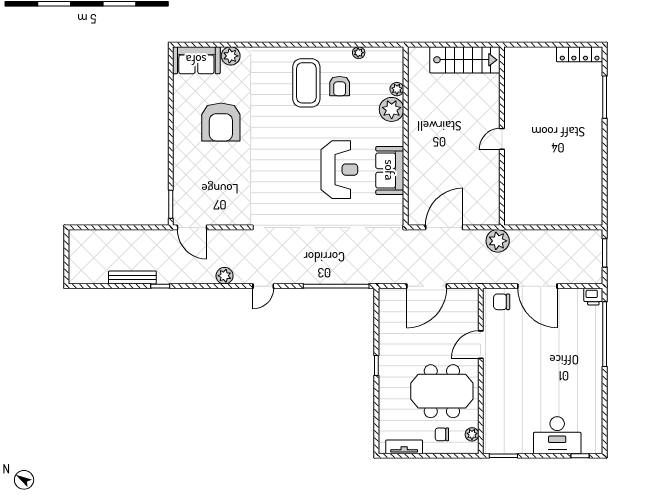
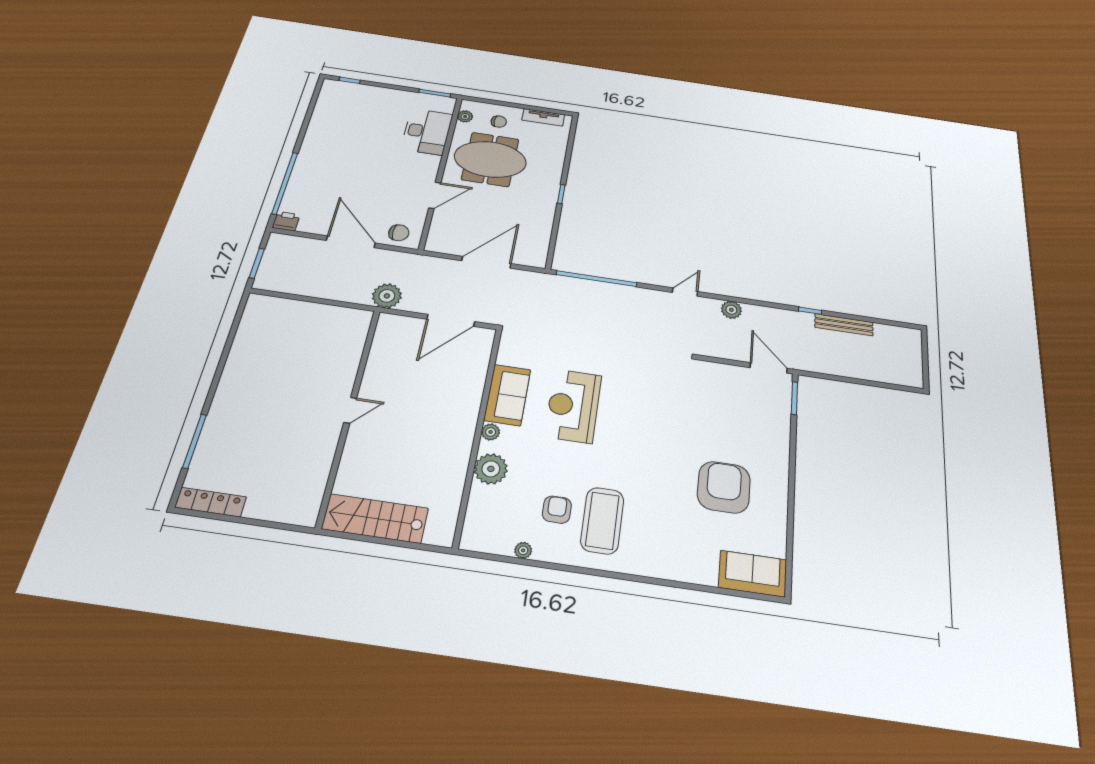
plant: (231, 56) -> (704, 573), removed
plant: (397, 89) -> (491, 432), moved
desk: (557, 435) -> (427, 132), moved, turned 90

